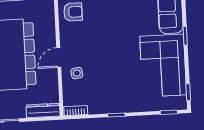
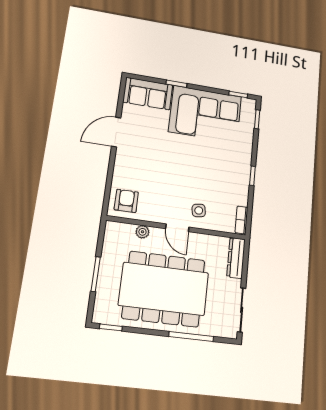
plant: (50, 30) -> (142, 232), added

